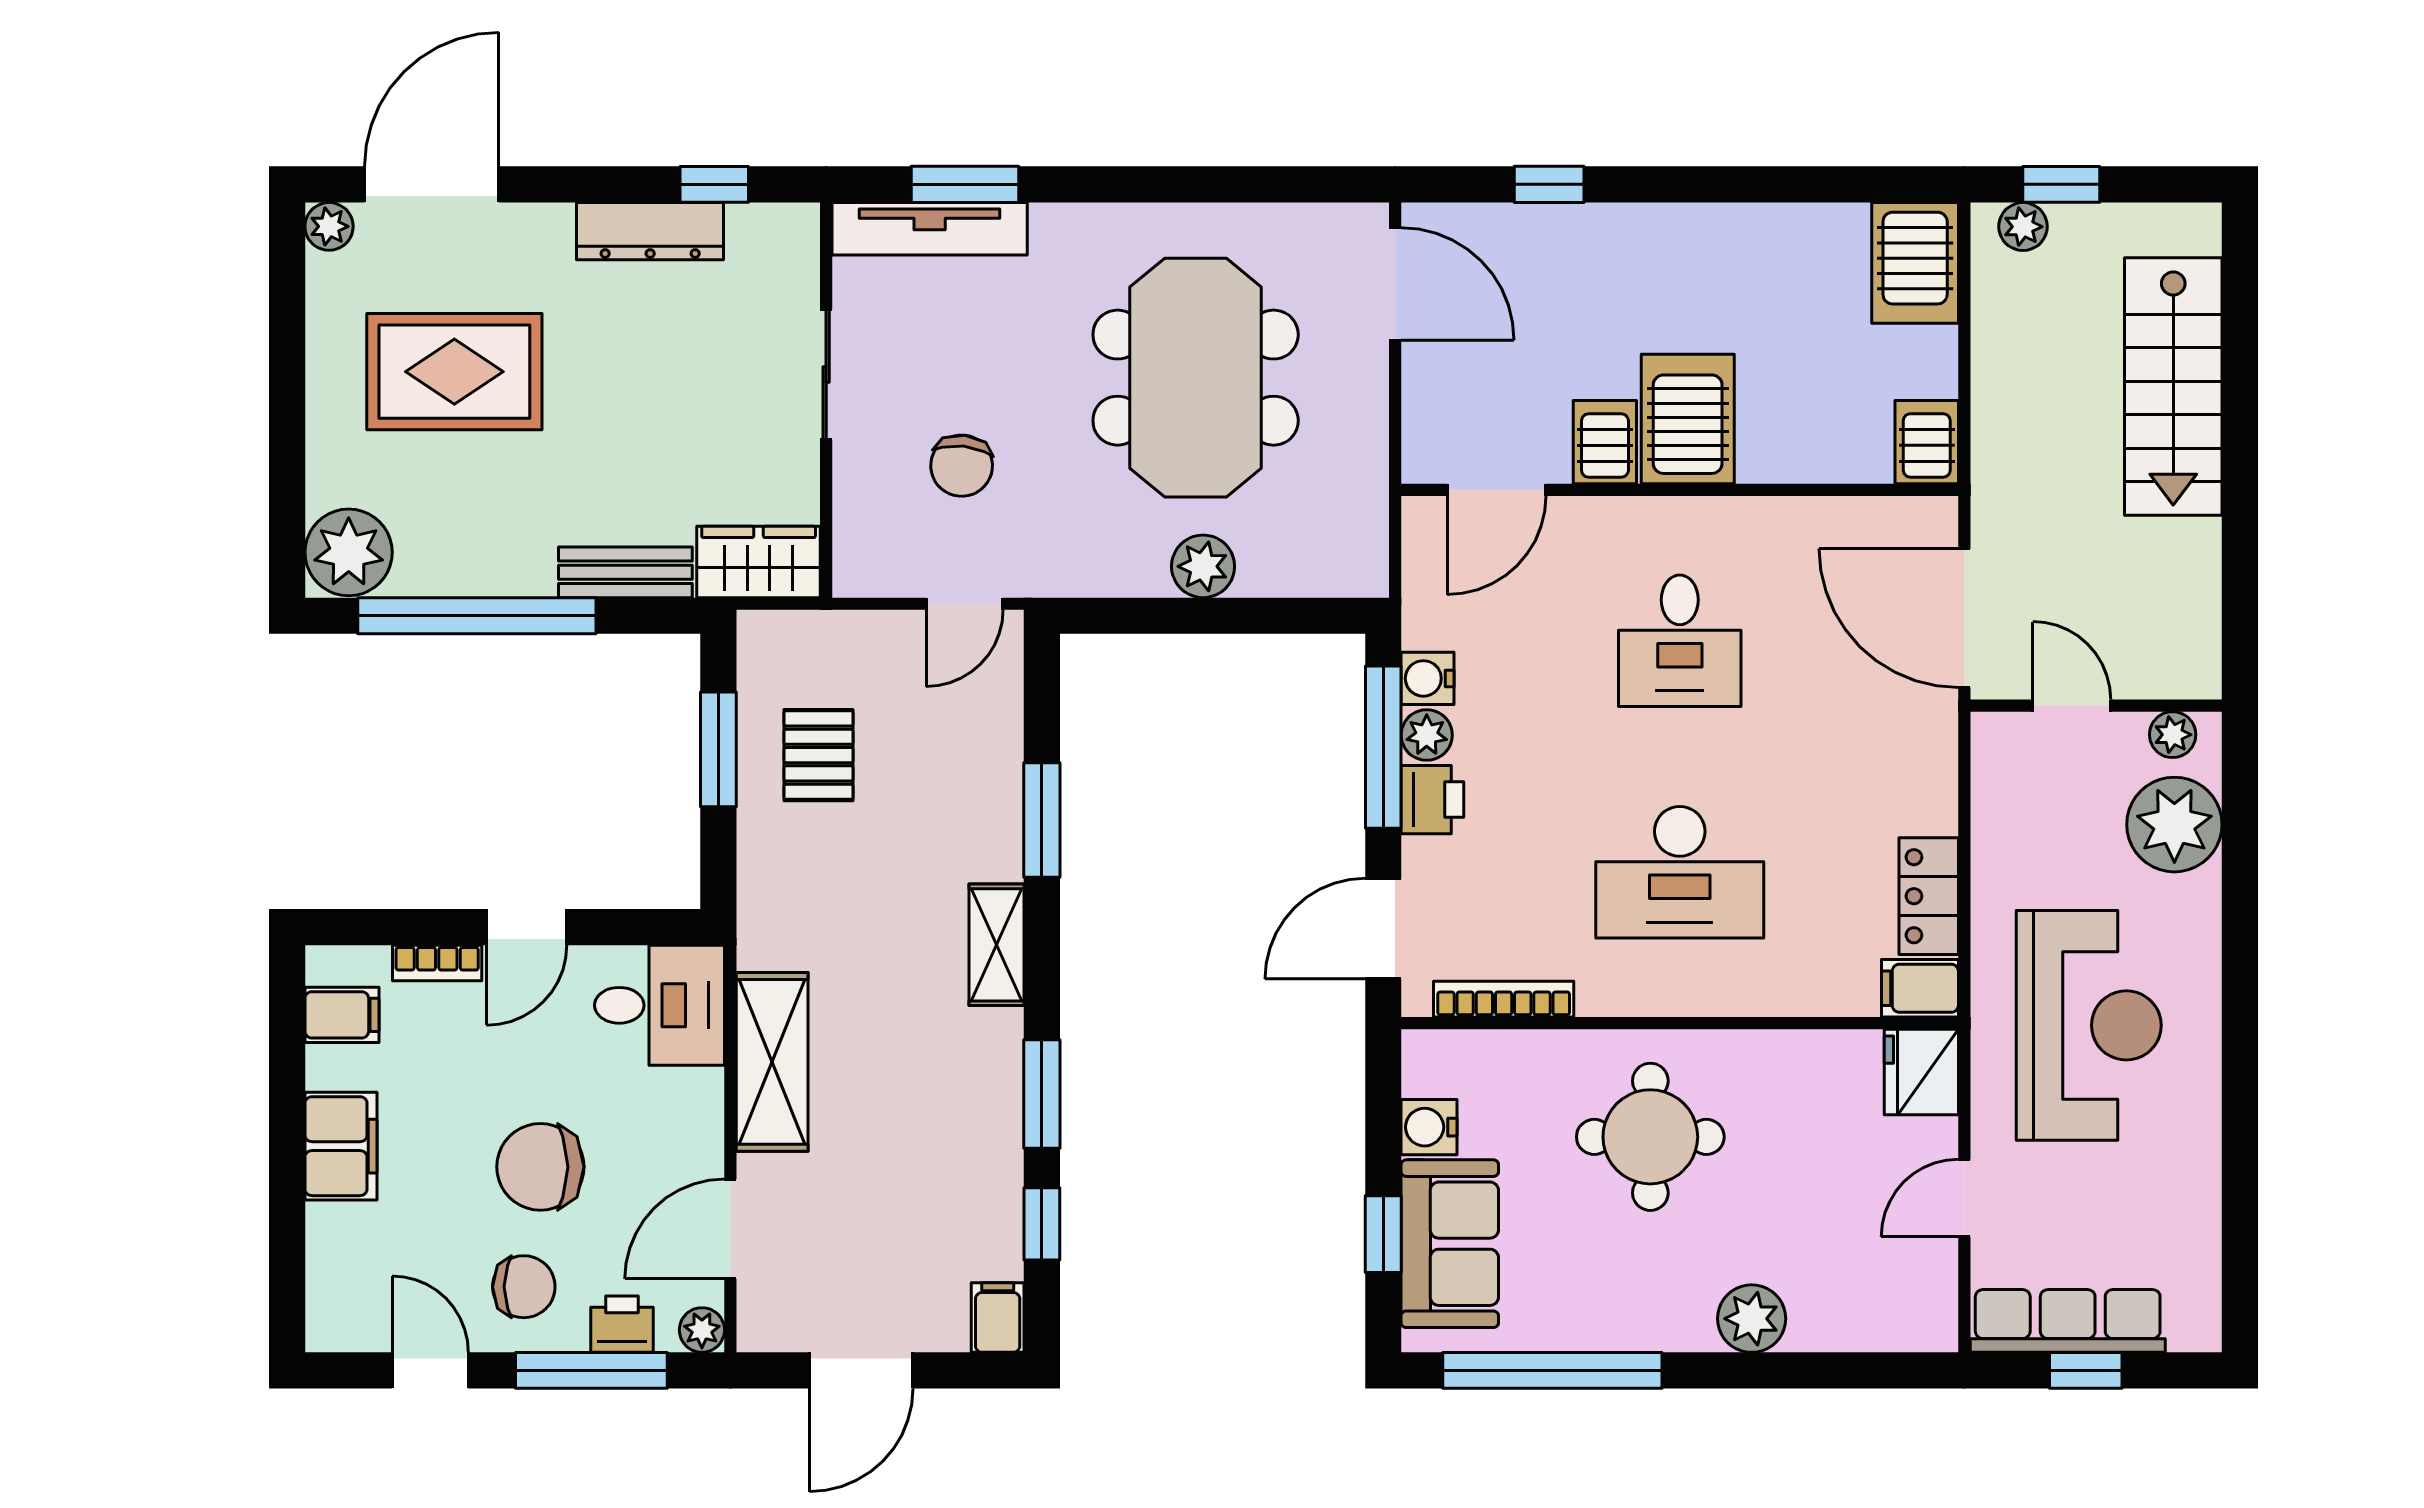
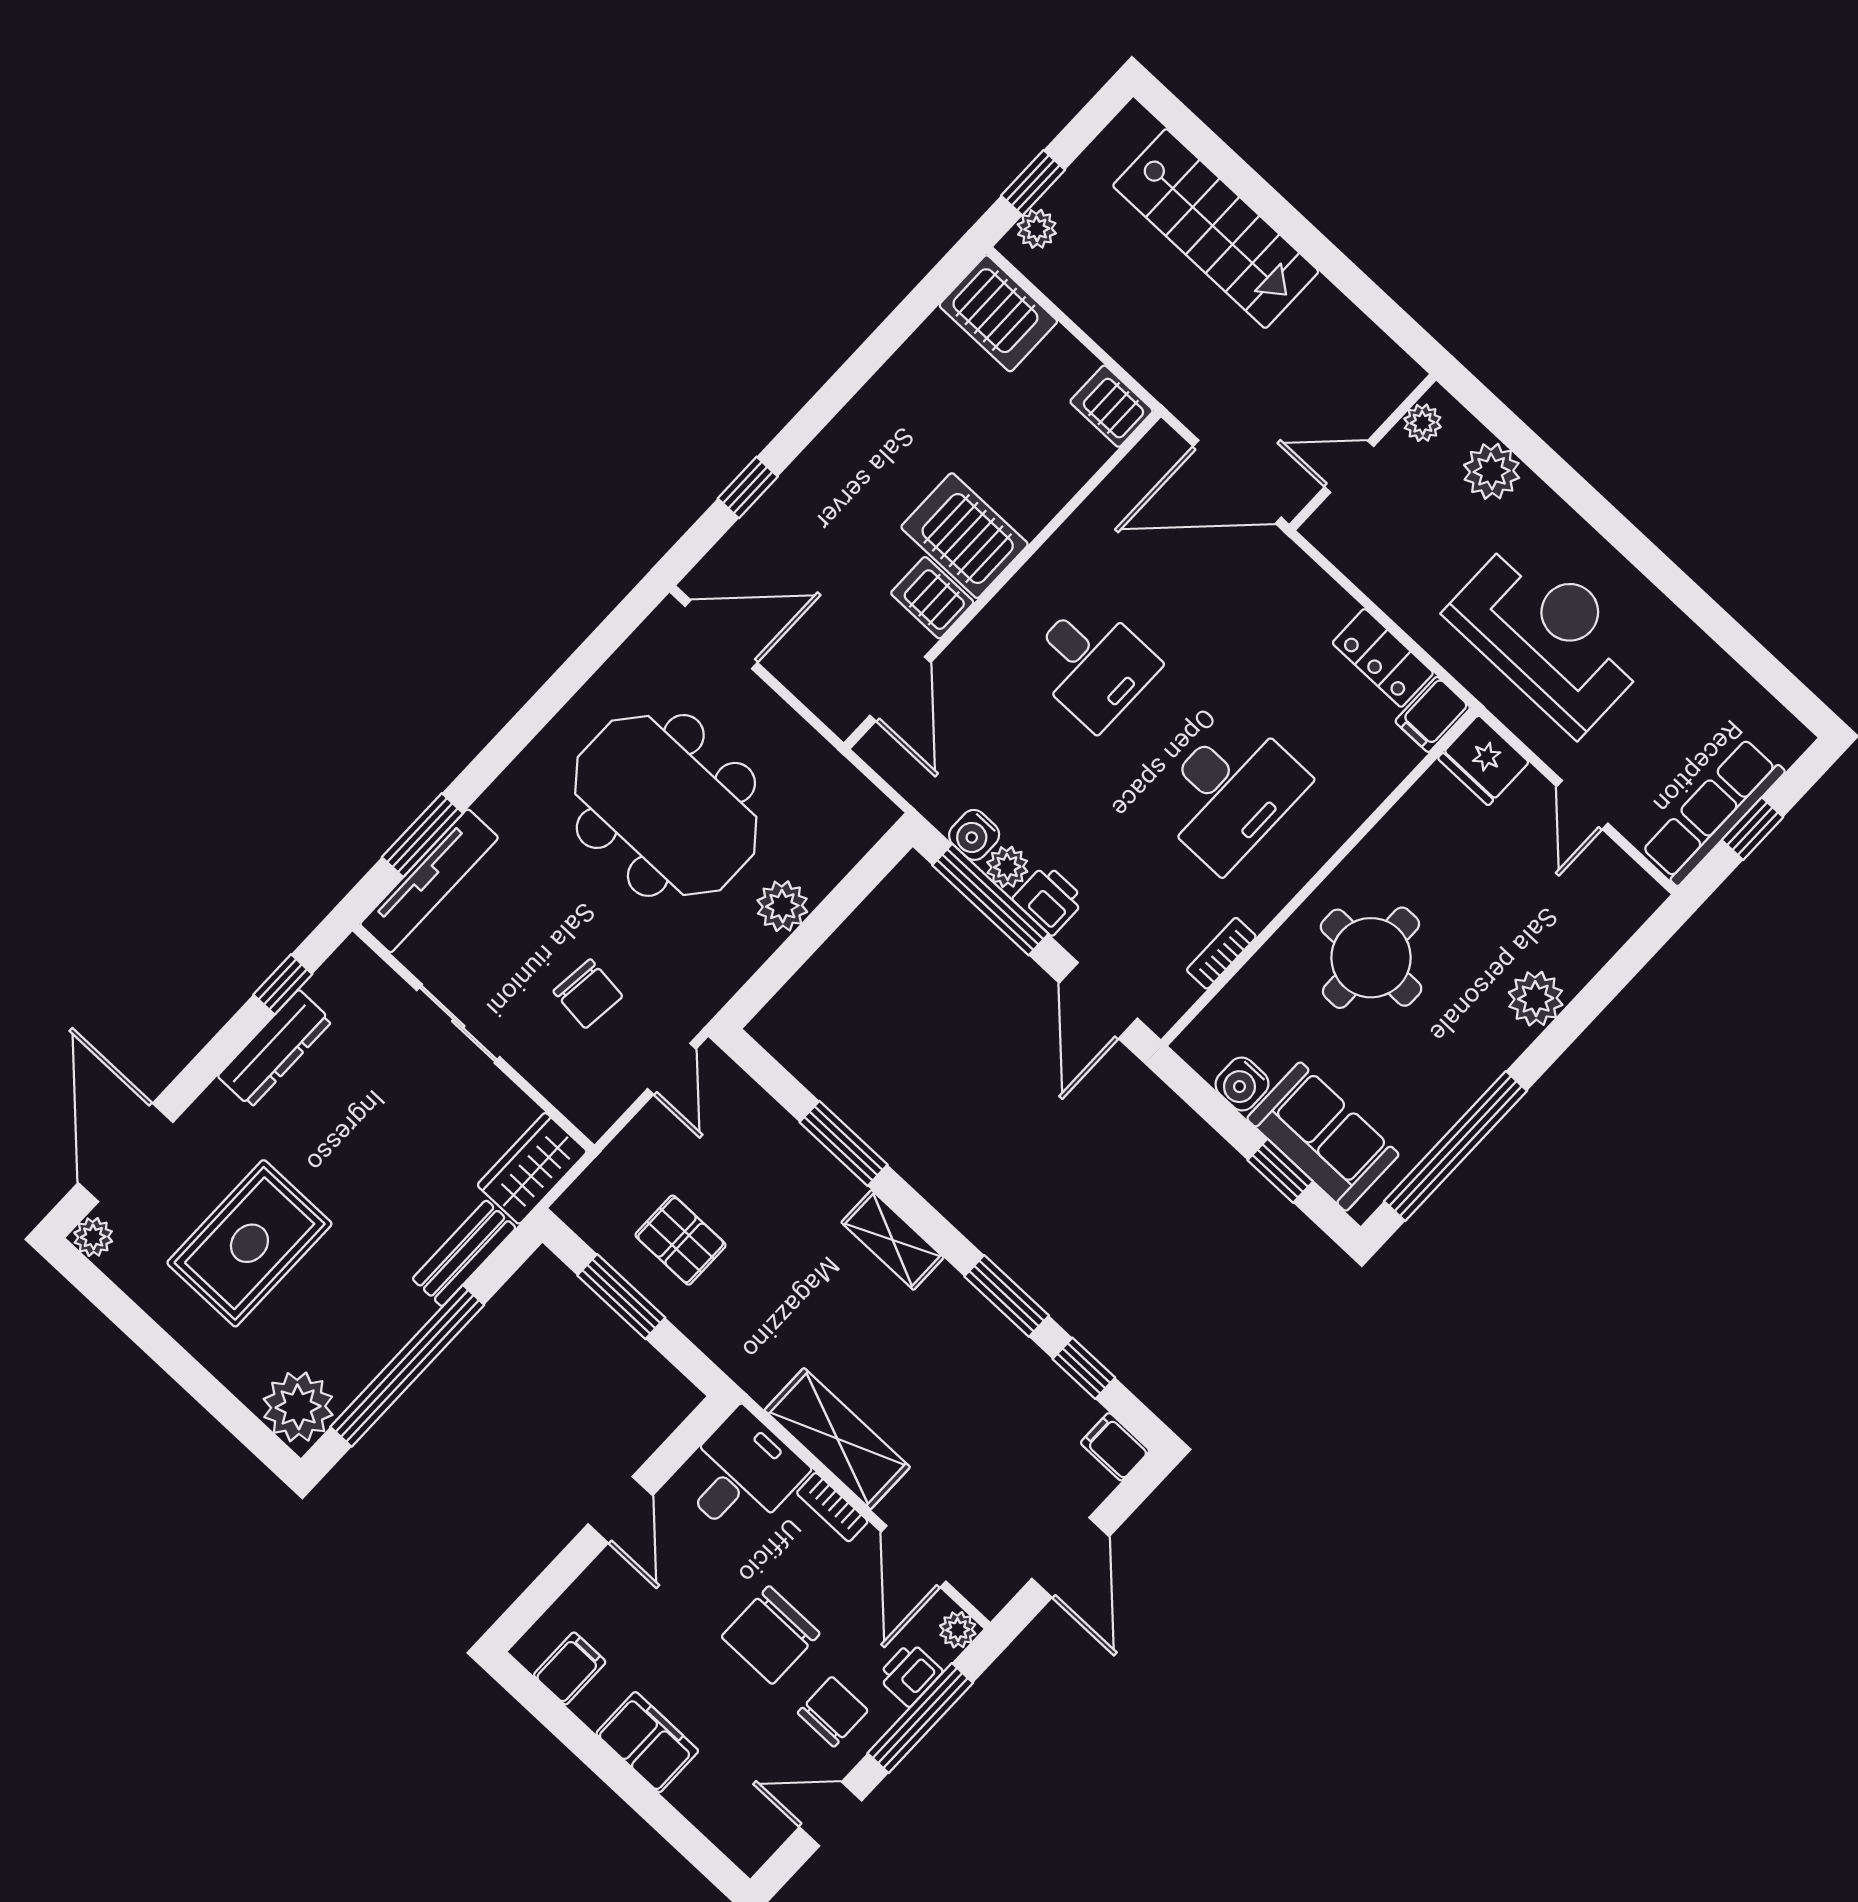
plant: (2174, 825) -> (1492, 471), width x0.73, depth x0.73
bookcase: (437, 963) -> (832, 1507), moved, turned 90
bookcase: (1504, 999) -> (1221, 953), width x0.64

